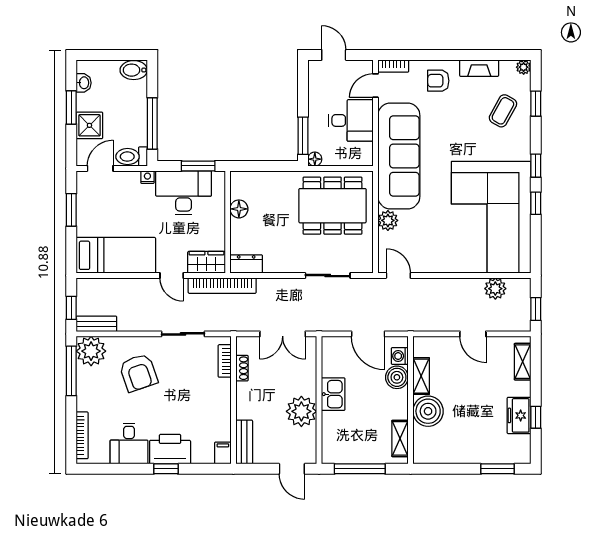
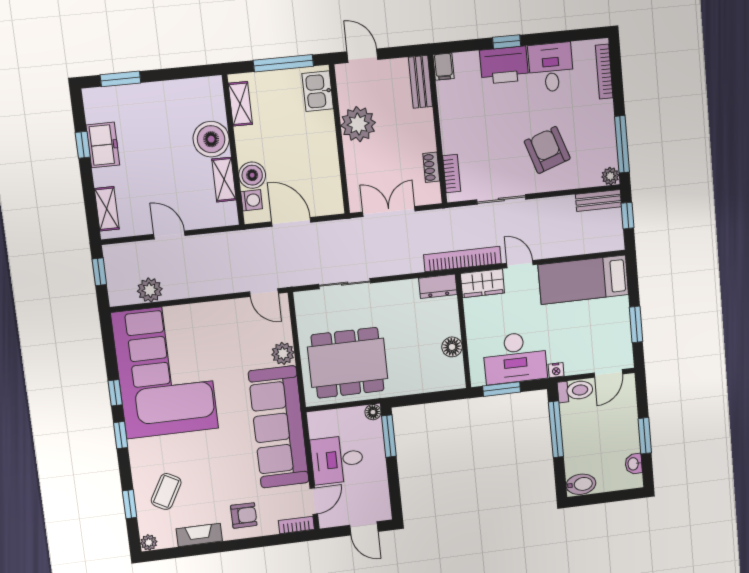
shower: (89, 125) -> (624, 419), removed
plant: (91, 351) -> (610, 176), width x0.53, depth x0.53
kitchen sink: (333, 394) -> (318, 91), moved

